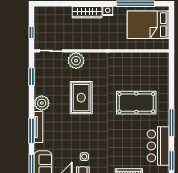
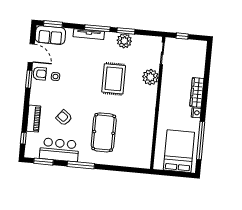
window: (32, 77) -> (126, 31), moved
rug: (81, 98) -> (114, 79), turned 90
plant: (42, 103) -> (124, 41), moved
window: (32, 131) -> (97, 28), moved
armchair: (125, 144) -> (64, 118), added

